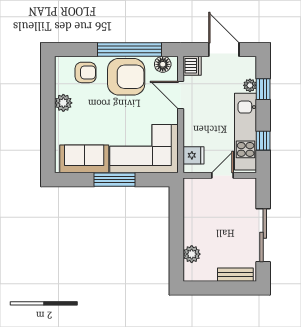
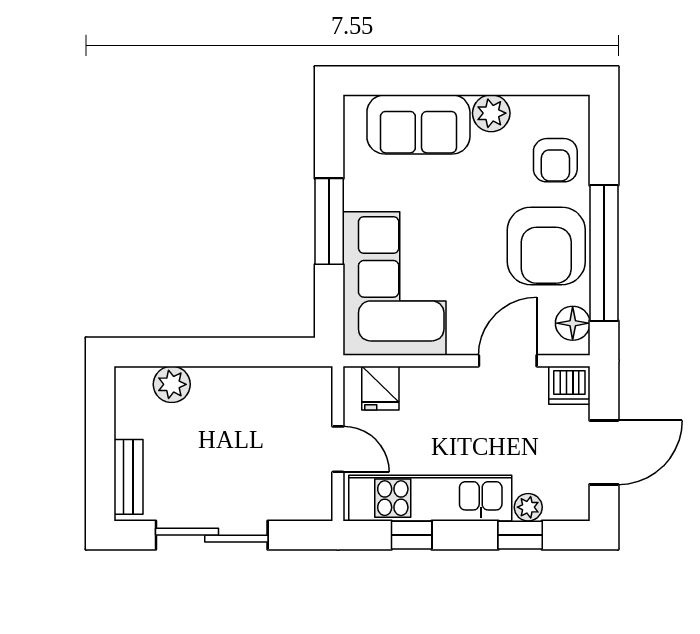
sofa: (84, 159) -> (418, 124), moved, turned 90

